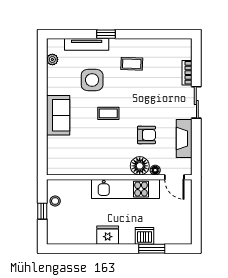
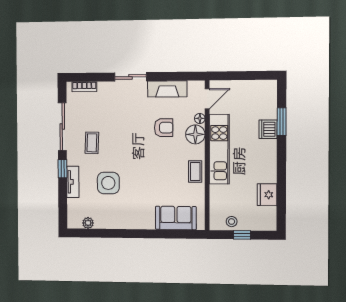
sliding door: (148, 34) -> (62, 127), added
tv unit: (87, 44) -> (73, 182), width x0.71
bookcase: (187, 73) -> (84, 87), moved
coffee table: (108, 113) -> (195, 171), moved
sofa: (58, 115) -> (176, 218), moved
armchair: (146, 135) -> (164, 128), turned 90
fridge: (108, 235) -> (267, 195), moved

